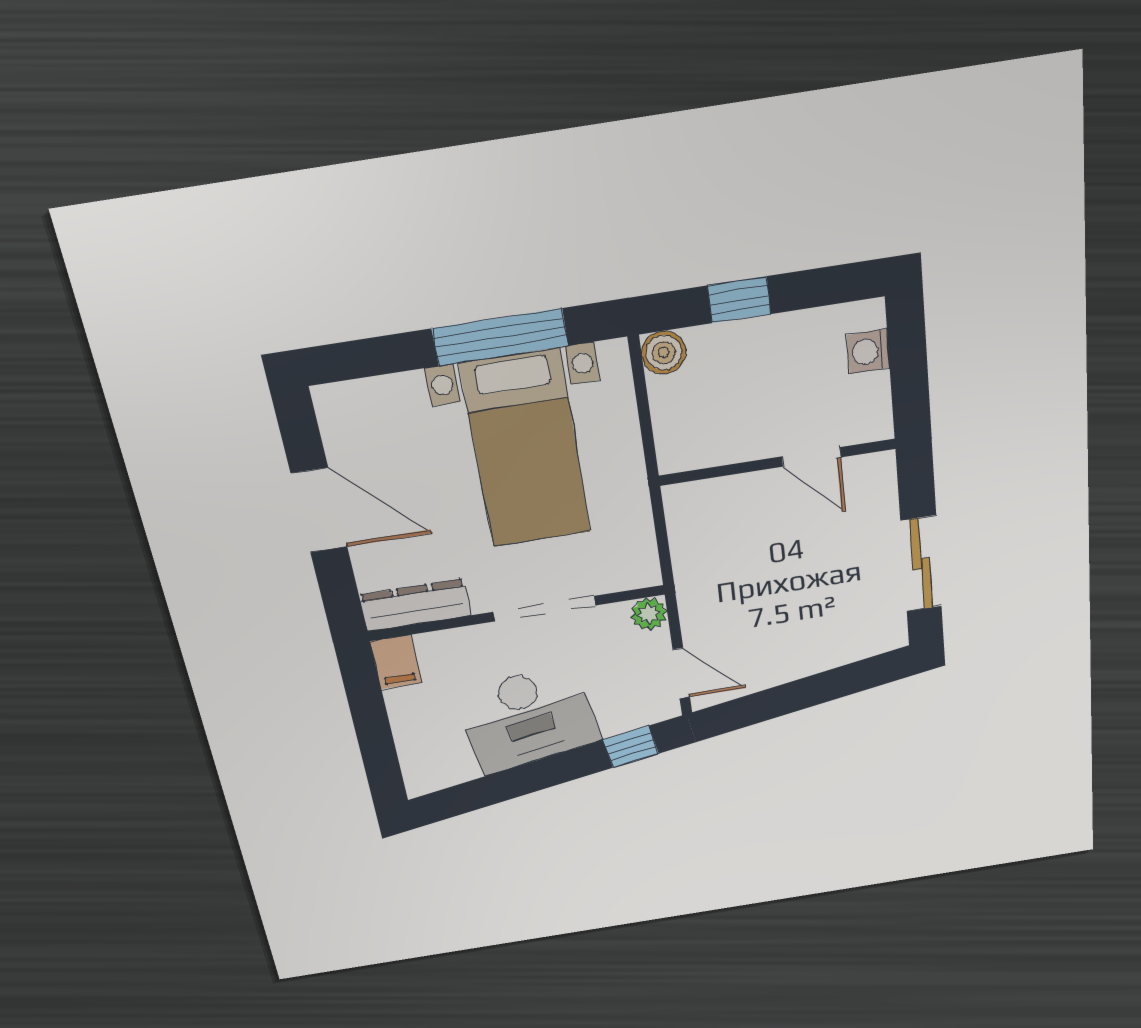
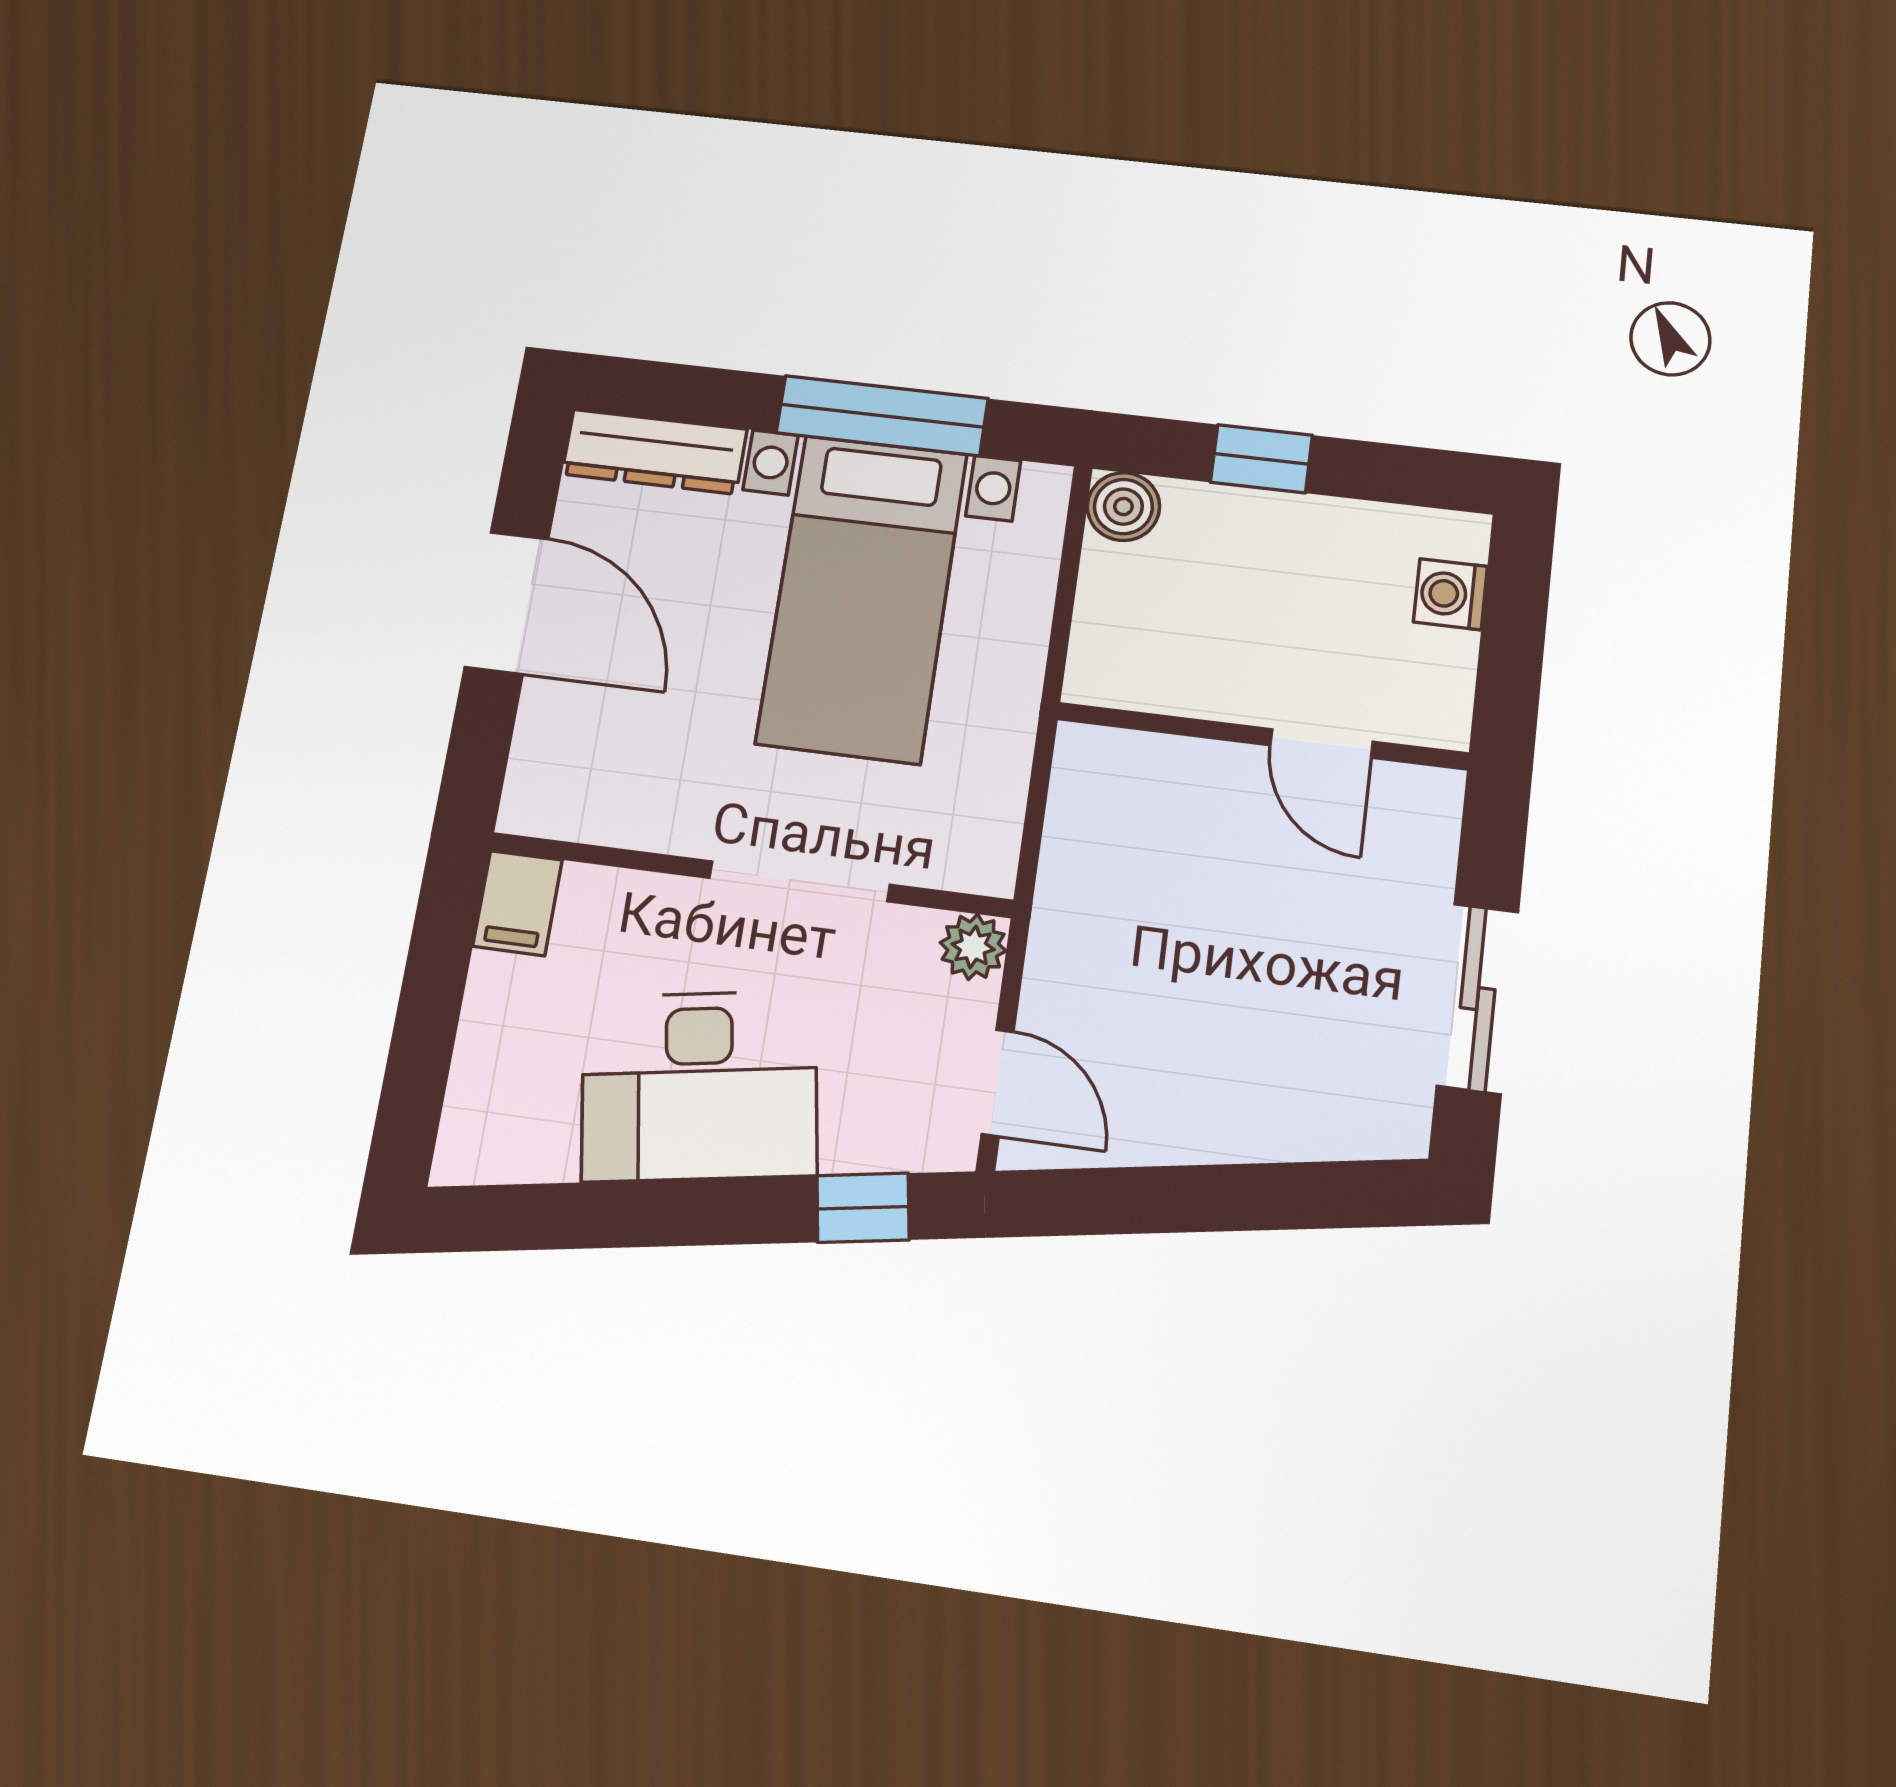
dresser: (415, 605) -> (654, 452), moved, turned 180

